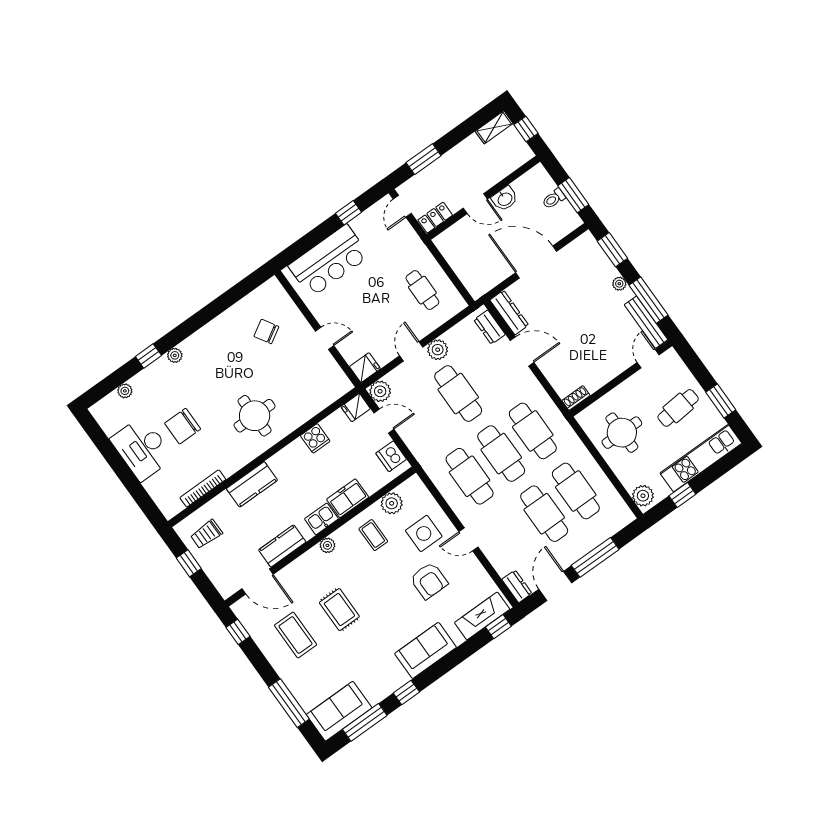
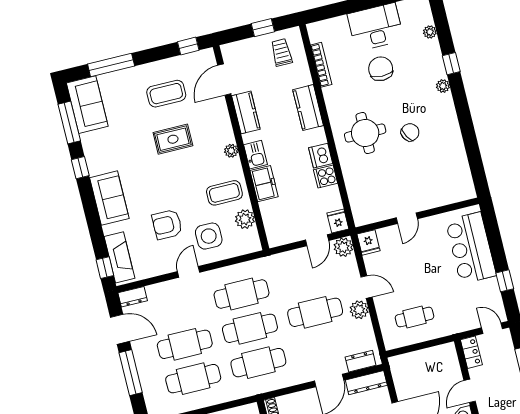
chair: (266, 332) -> (410, 132), moved
dishwasher: (391, 456) -> (321, 156), moved, turned -90
coffee table: (373, 535) -> (224, 193), width x1.36, depth x1.30

